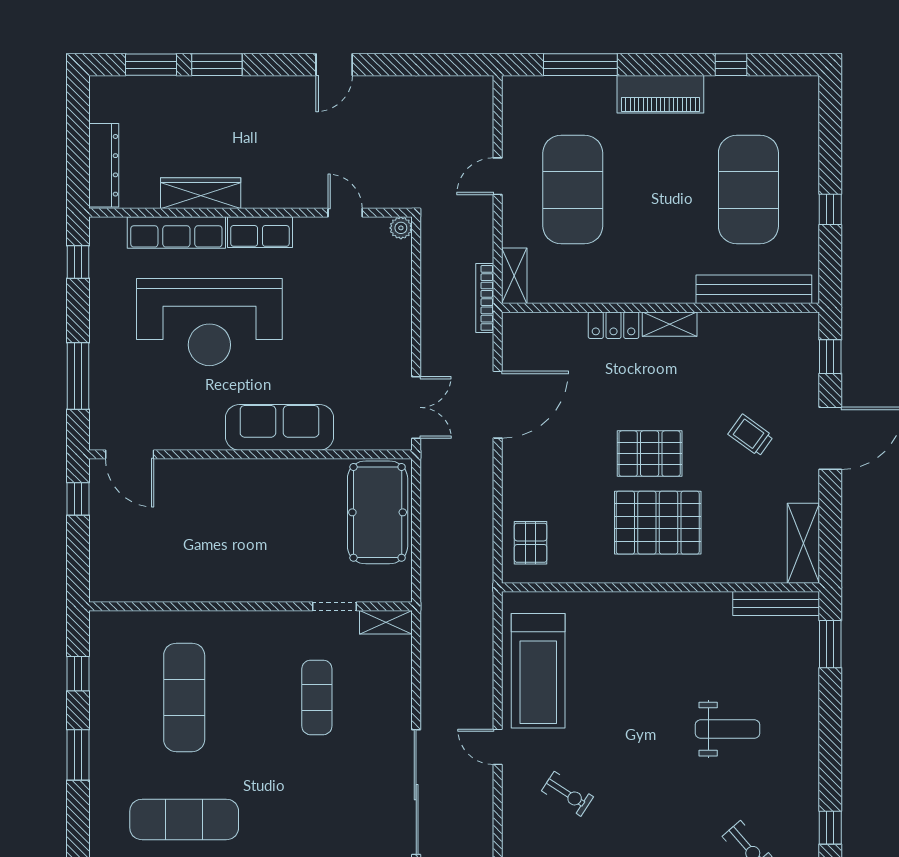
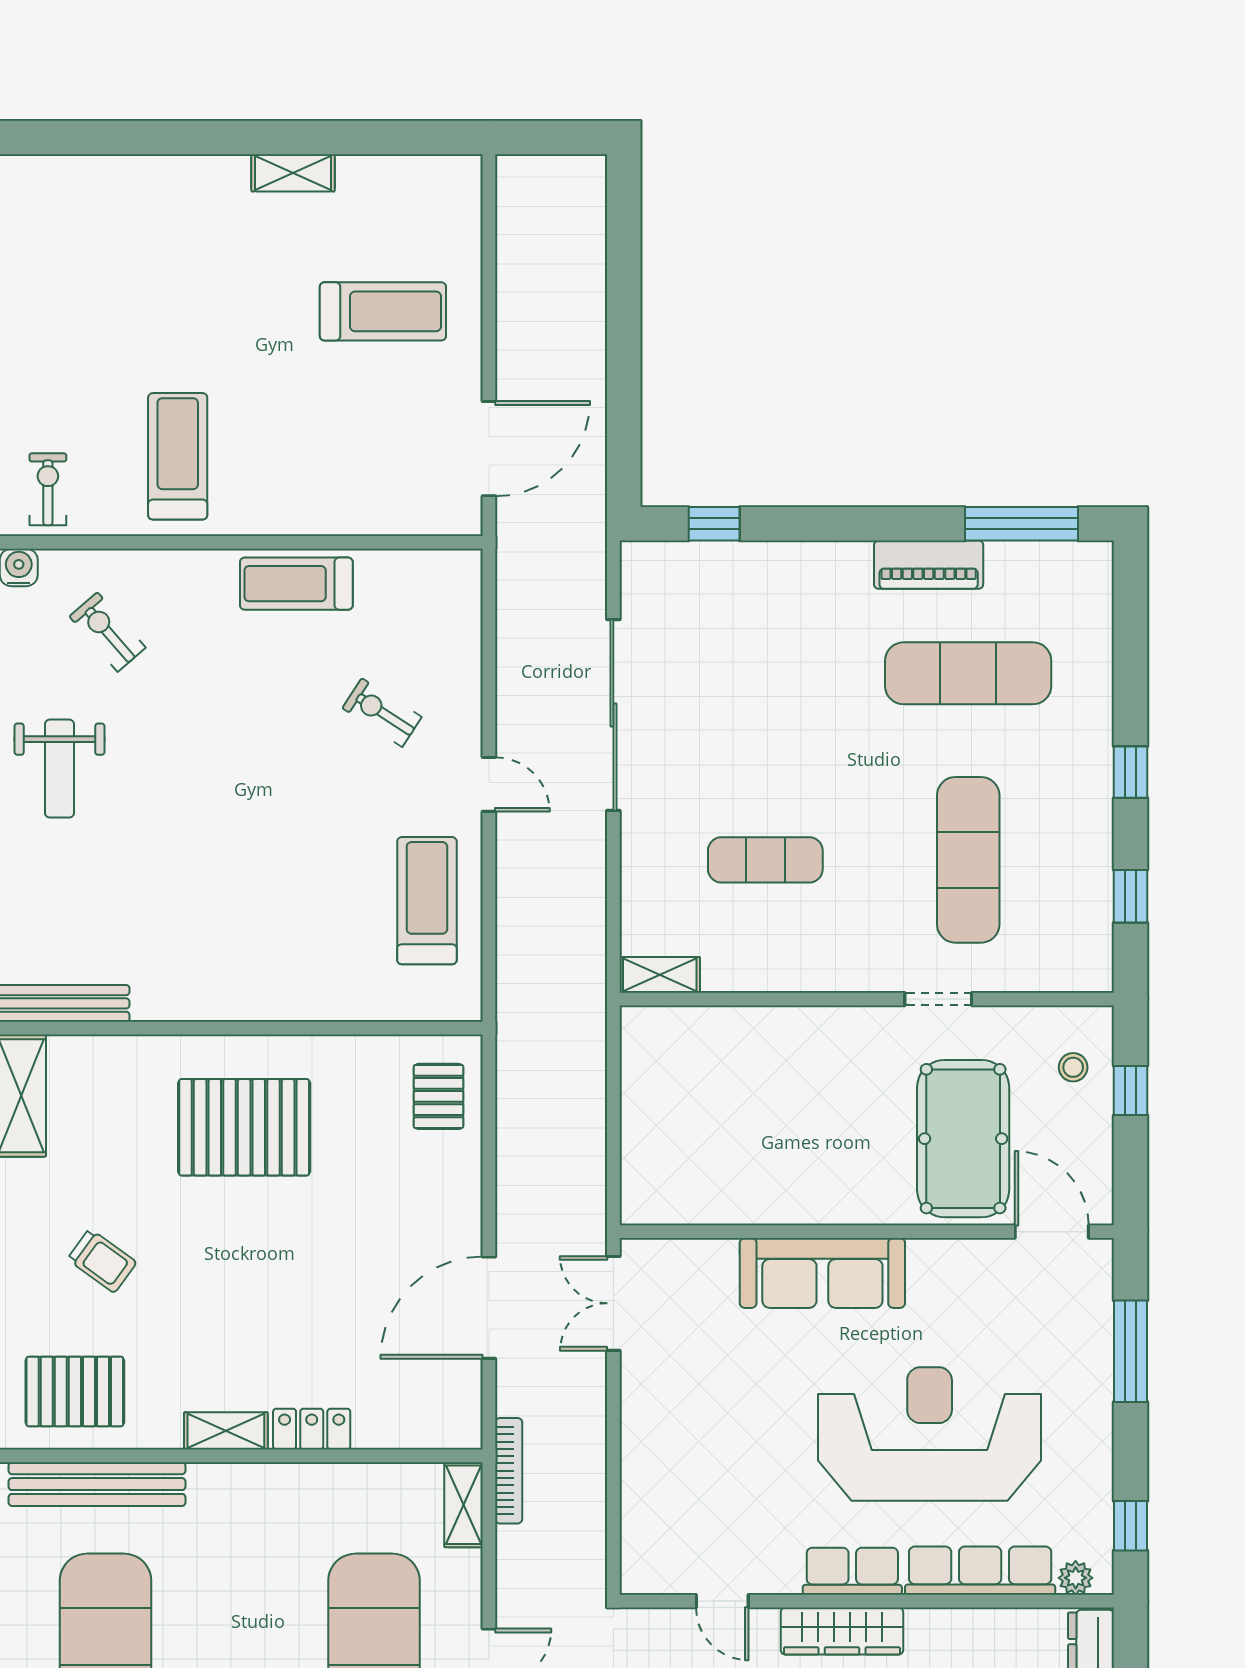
wardrobe: (201, 193) -> (842, 1631), moved
plant: (401, 228) -> (1076, 1578), moved
pallet: (650, 454) -> (75, 1391), moved
window: (78, 499) -> (1130, 1090), moved
pool table: (378, 512) -> (963, 1139), moved
stool: (116, 562) -> (1073, 1067), added
doorway: (334, 606) -> (938, 999), moved
treadmill: (538, 671) -> (427, 901), width x0.73, depth x0.73
exercise mat: (317, 697) -> (765, 860), turned 90
weight bench: (727, 729) -> (59, 769), moved, turned -90
window: (78, 755) -> (1130, 772), width x0.67

